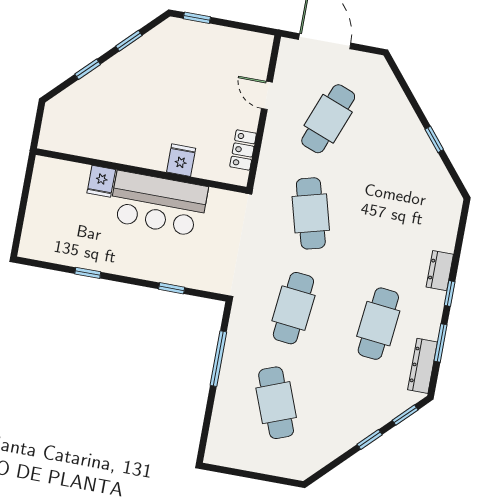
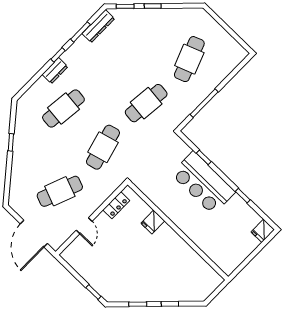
fridge: (101, 181) -> (263, 231), moved, turned 180
bar counter: (158, 204) -> (203, 183), moved, turned 180
cafe table: (378, 324) -> (63, 108), moved

